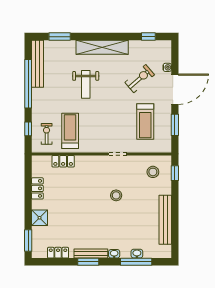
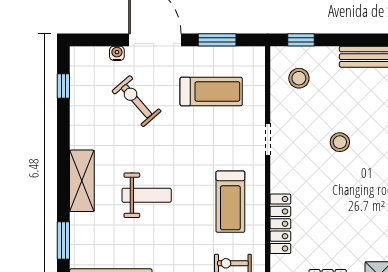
shelving: (102, 47) -> (82, 181), width x0.68
treadmill: (70, 131) -> (230, 202), moved, turned -90
locker: (63, 161) -> (280, 224), width x1.53

